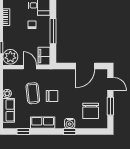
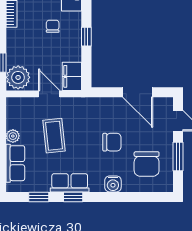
window: (53, 31) -> (86, 37), width x0.46
door: (85, 66) -> (138, 92), hinge flipped
chair: (52, 96) -> (112, 142), moved
window: (70, 131) -> (73, 197), moved

